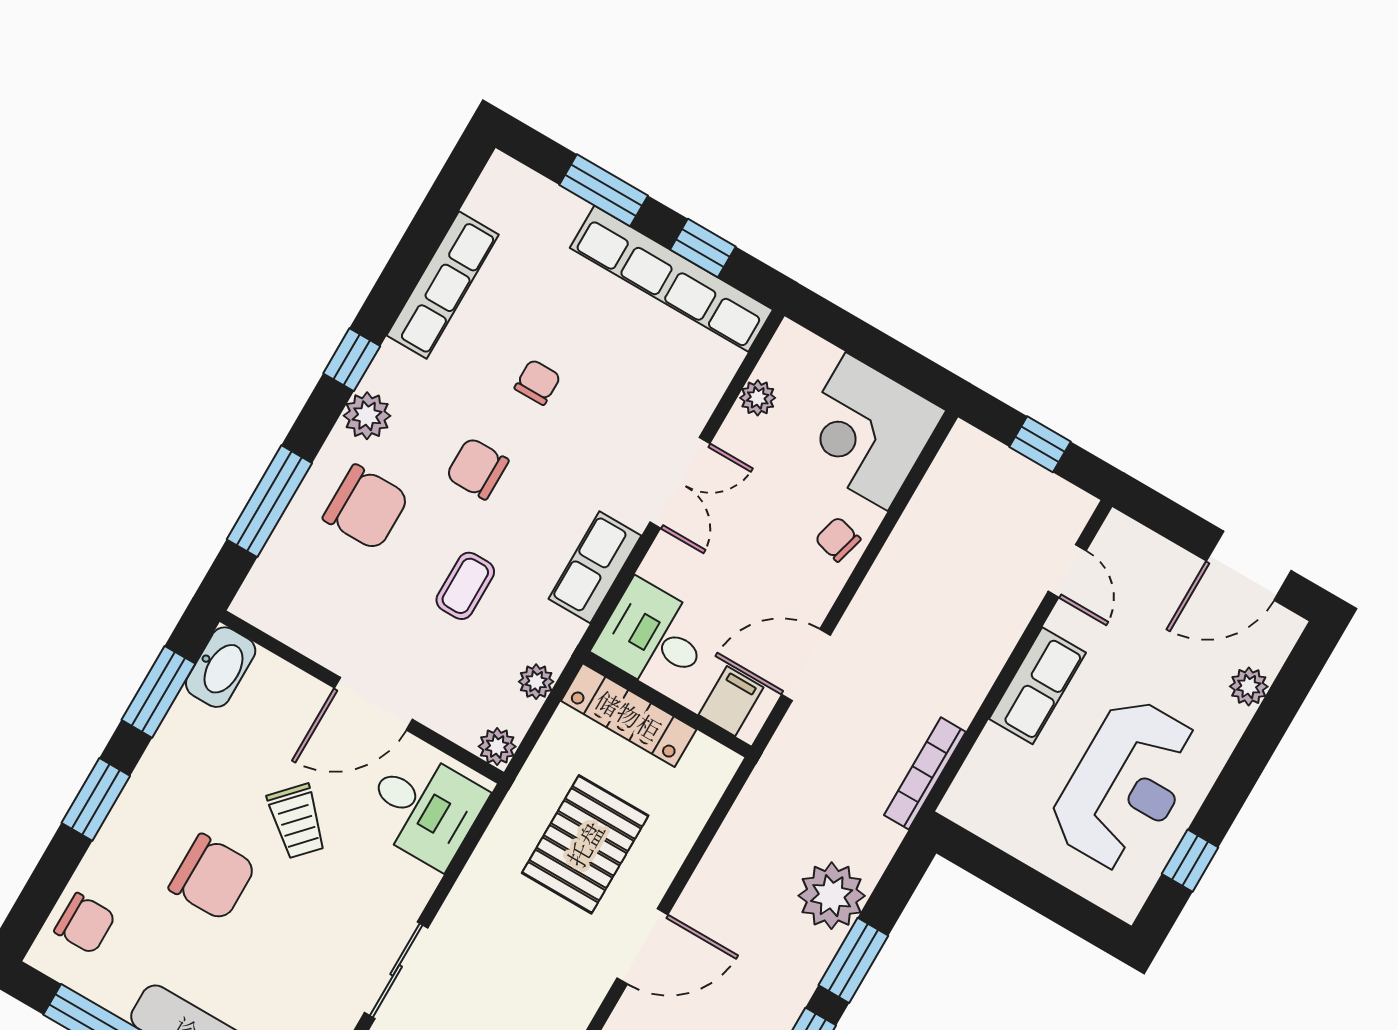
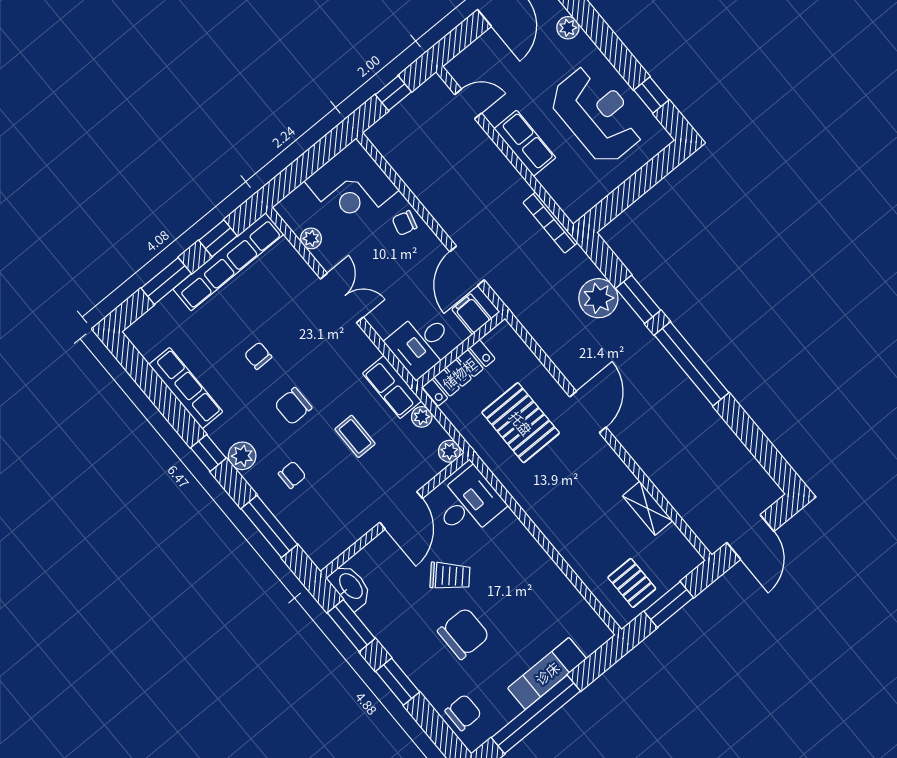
chair: (366, 507) -> (292, 475), width x0.54, depth x0.54
row of seats: (595, 567) -> (392, 387), moved
sliding door: (396, 970) -> (552, 552), removed

